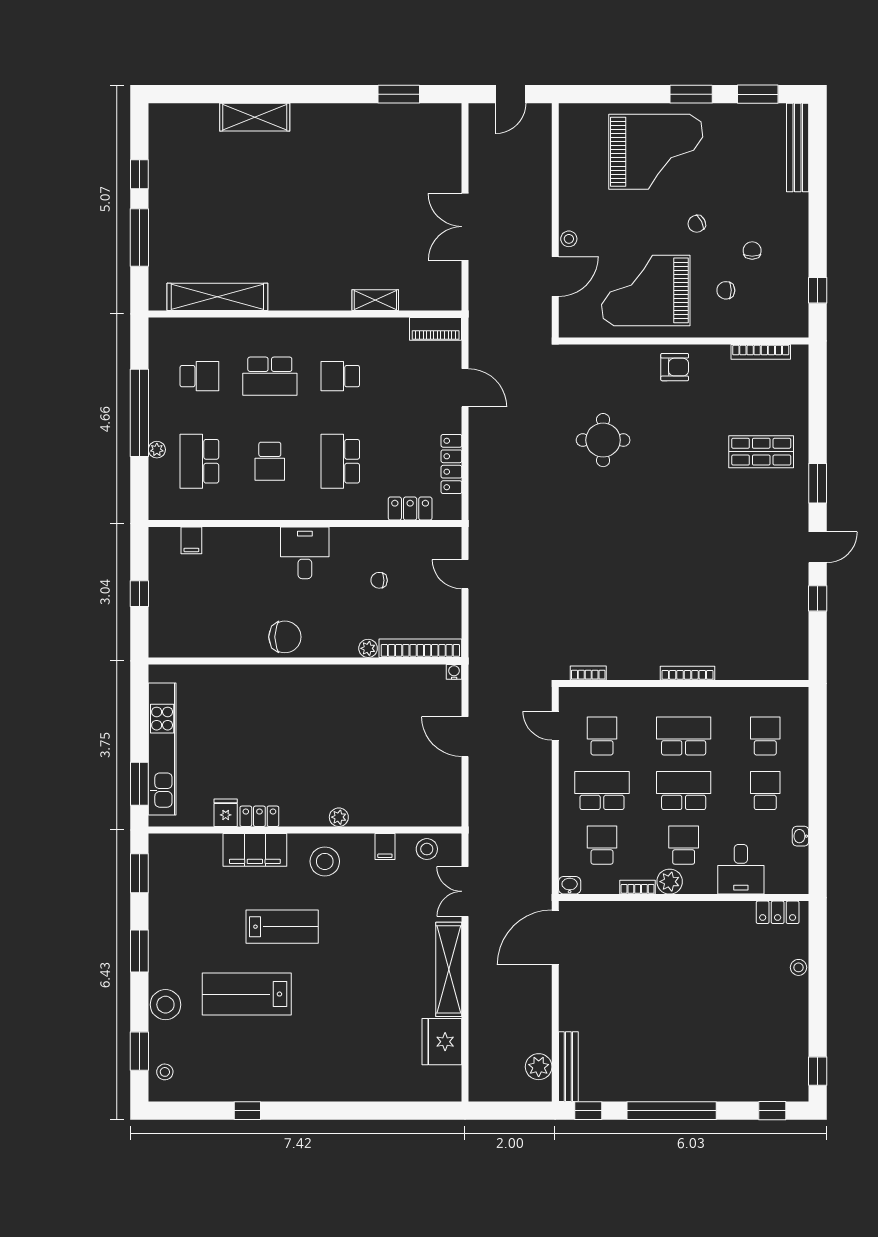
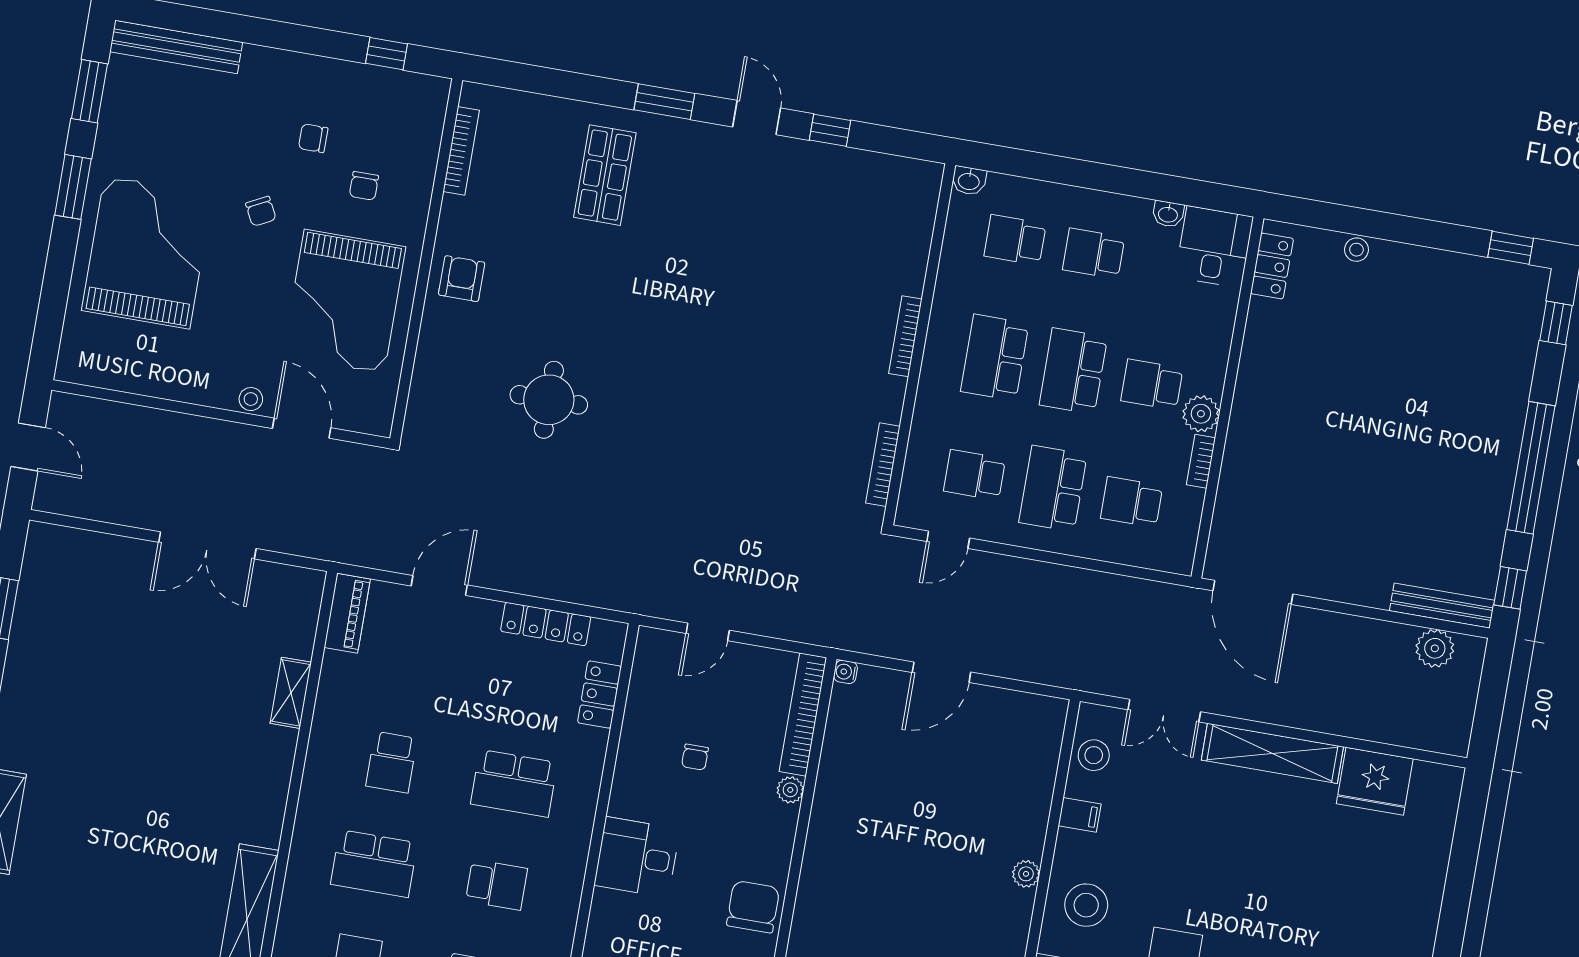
school desk: (270, 376) -> (374, 864), turned 90
bookcase: (588, 673) -> (883, 465), width x1.56
desk: (741, 869) -> (1214, 247), moved, turned -90
washbasin: (570, 885) -> (969, 181), moved, turned -90

